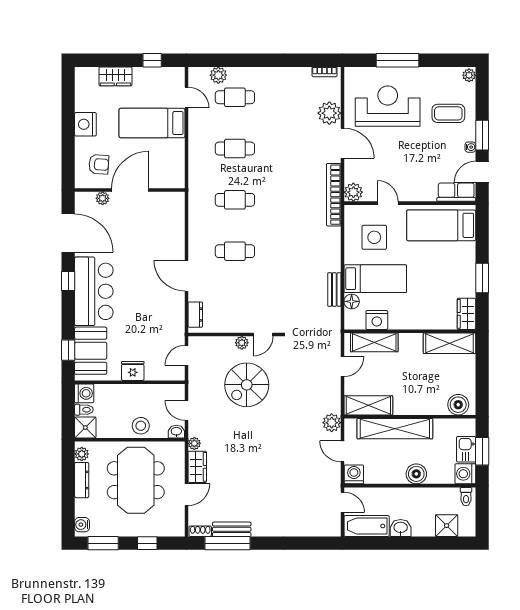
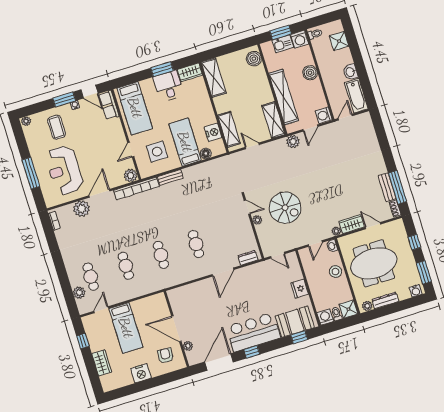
desk: (457, 280) -> (168, 86), added
bench: (334, 290) -> (170, 177), moved

